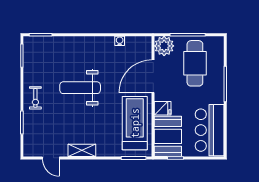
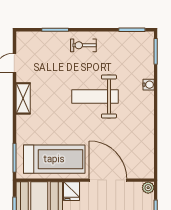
water cooler: (120, 41) -> (149, 85), moved
plant: (164, 46) -> (148, 188), width x0.53, depth x0.53
weight bench: (80, 88) -> (95, 96), turned -90

